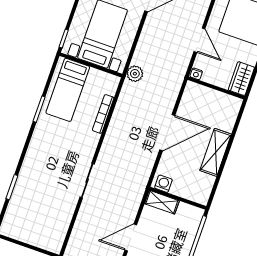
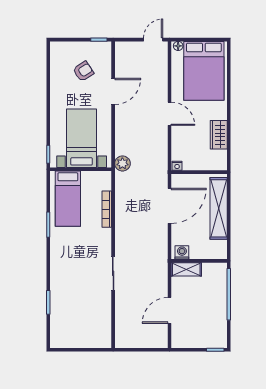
nightstand: (196, 74) -> (177, 166), moved
wall: (216, 88) -> (199, 172), moved
shelving: (216, 152) -> (219, 208), width x1.47

